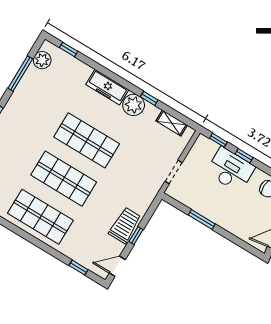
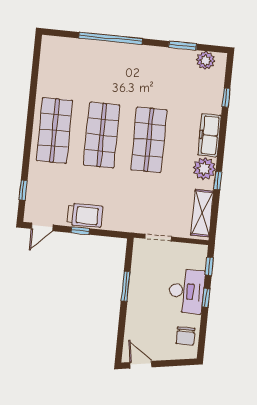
window: (69, 49) -> (226, 98), moved
window: (20, 74) -> (183, 46), width x0.69
shelving: (172, 123) -> (202, 213), width x1.50, depth x1.33
door: (117, 266) -> (42, 227), swing flipped

